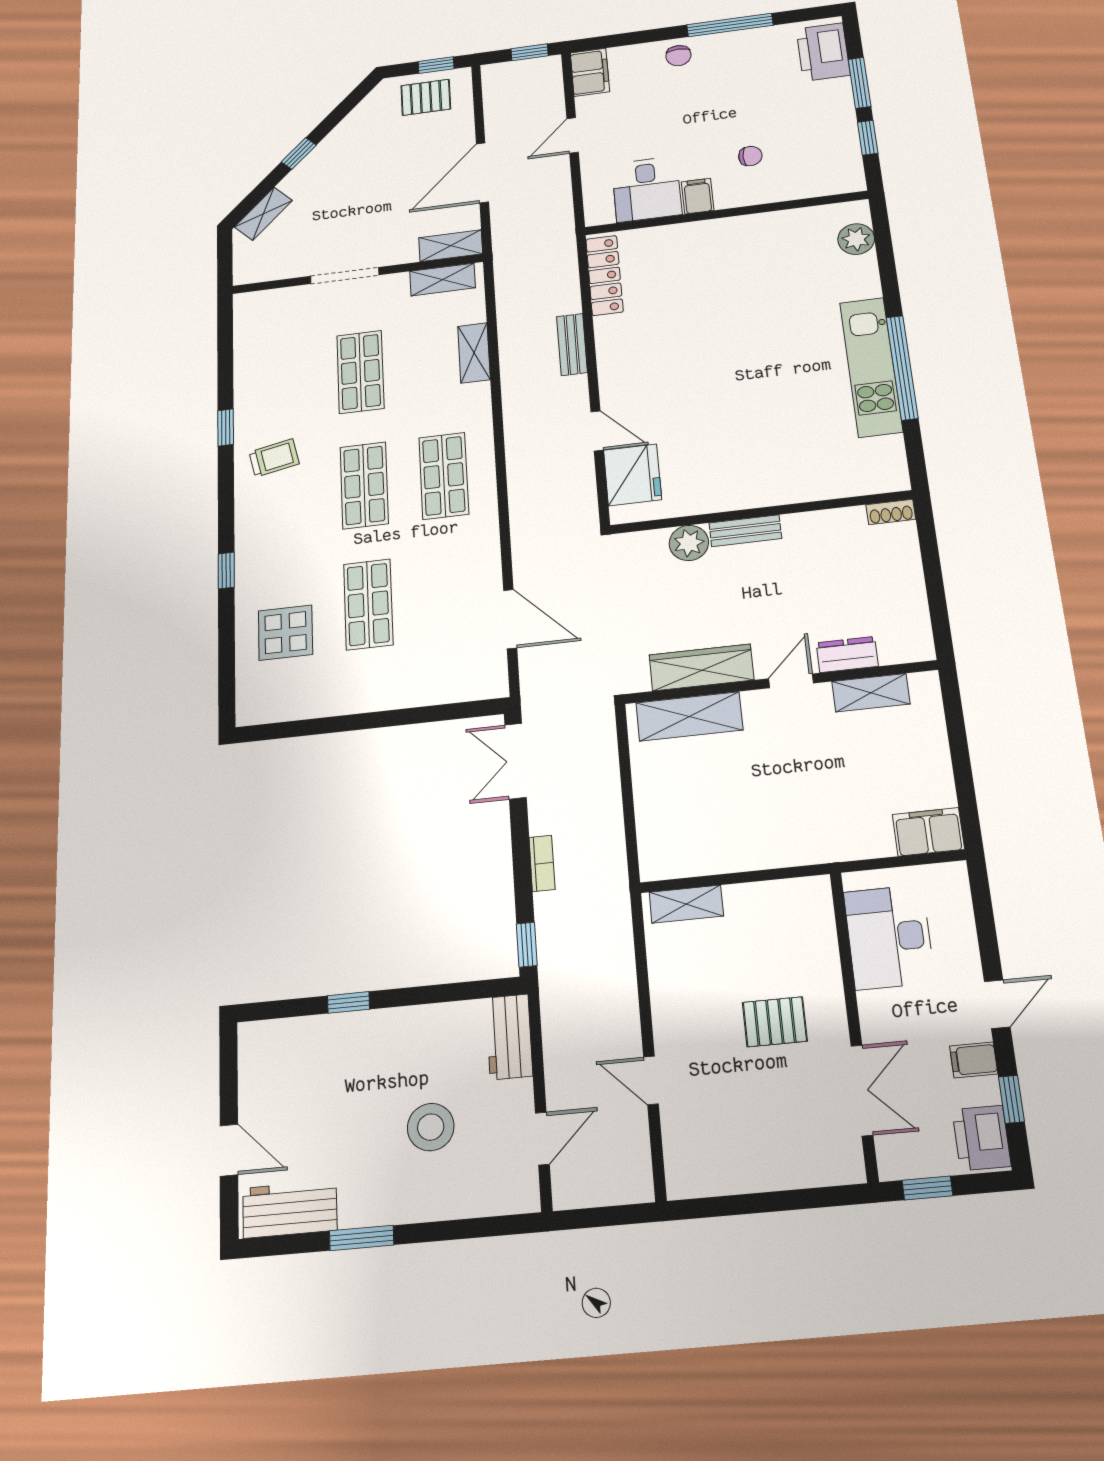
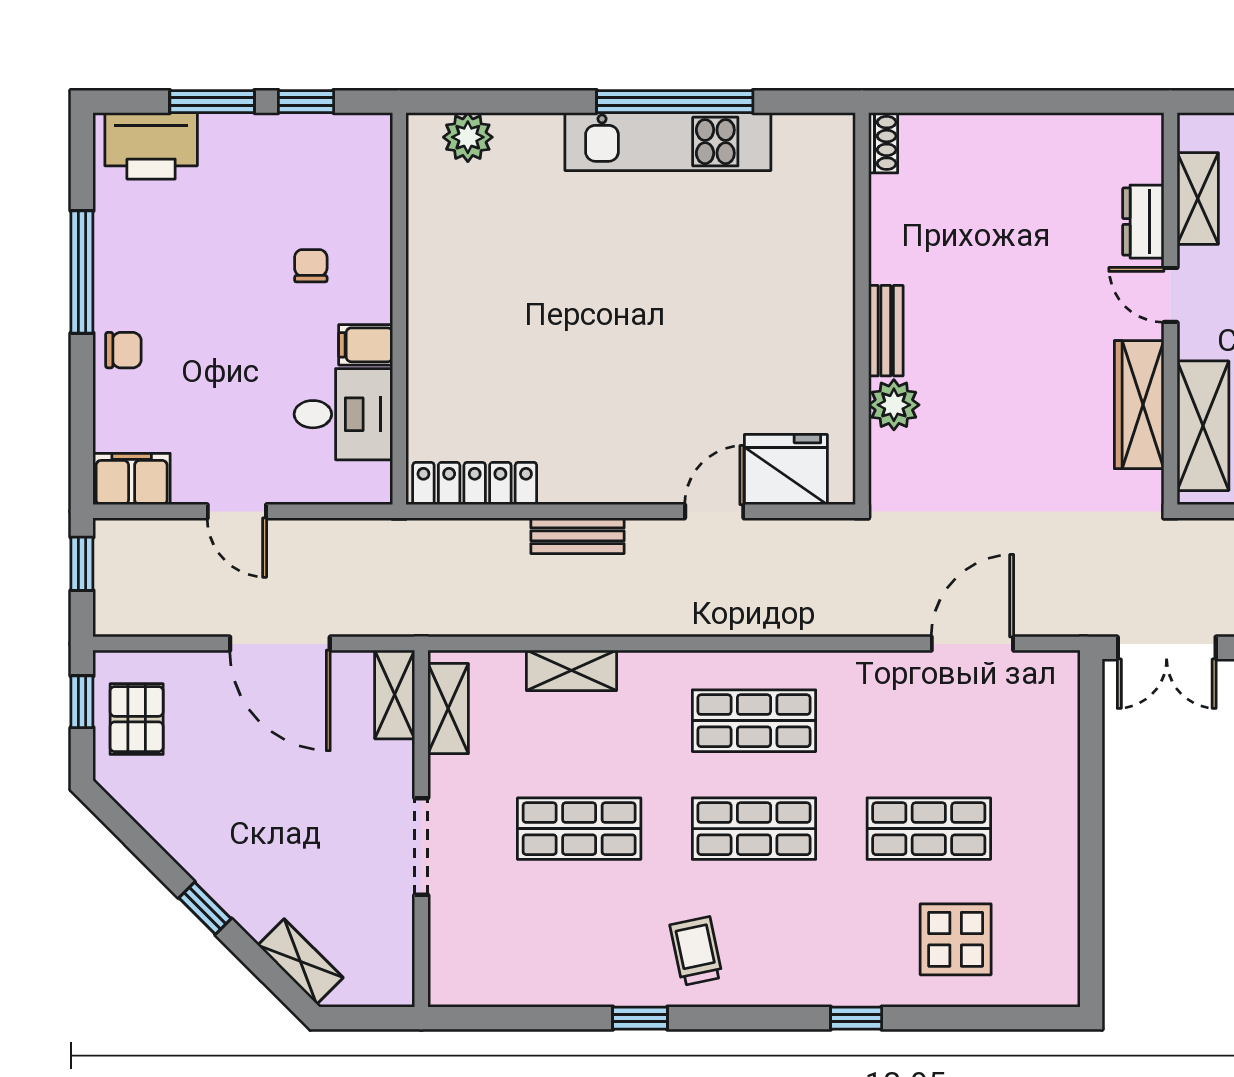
dresser: (847, 654) -> (1143, 222), moved
wardrobe: (701, 667) -> (1139, 405), moved
door: (791, 681) -> (1170, 295), moved
wall: (780, 682) -> (1170, 309), moved
shelving: (871, 693) -> (1198, 199), moved
shelving: (689, 716) -> (1203, 426), moved

